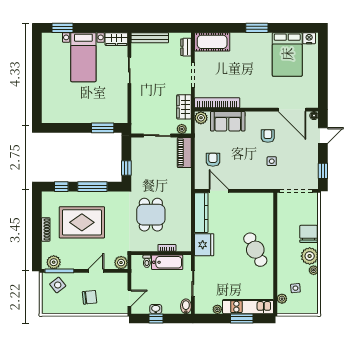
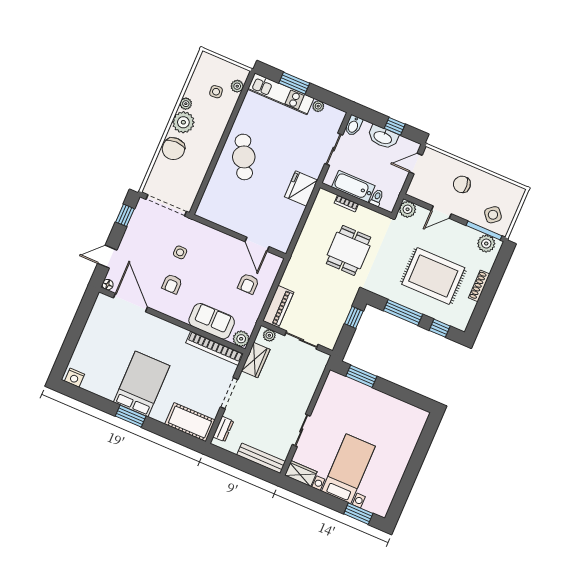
bed: (287, 54) -> (142, 384), moved
kitchen counter: (201, 213) -> (288, 228), removed
washbasin: (156, 309) -> (383, 137), width x1.91, depth x1.45

